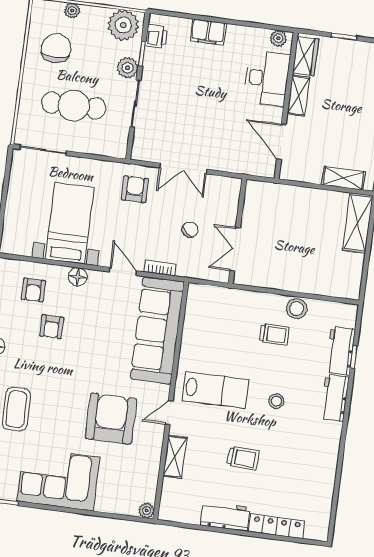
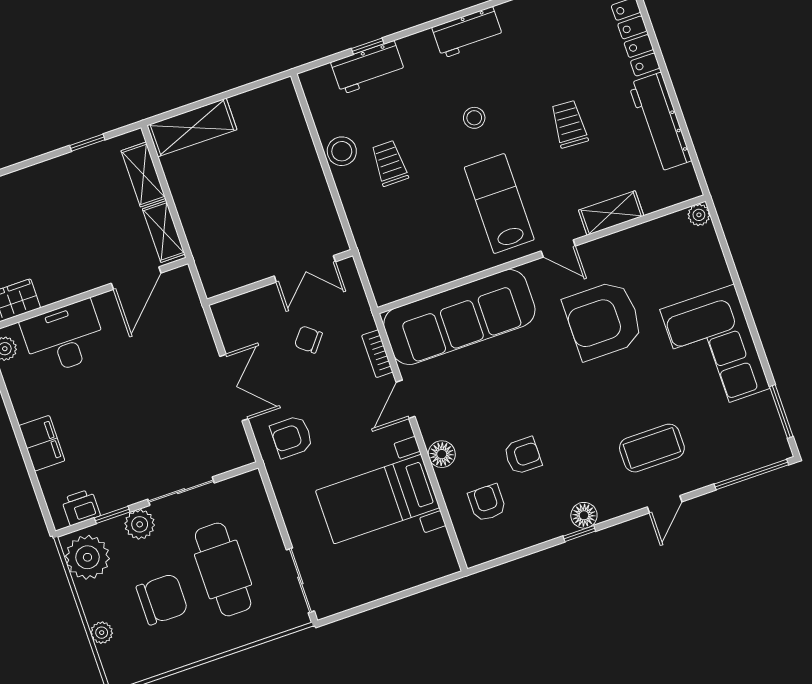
chair: (56, 48) -> (162, 599), moved, turned 180
shelving: (298, 95) -> (164, 232), moved, turned 90
armchair: (33, 290) -> (487, 503), turned -90
workbench: (335, 398) -> (468, 32), moved
workbench: (225, 516) -> (660, 122), width x1.37

